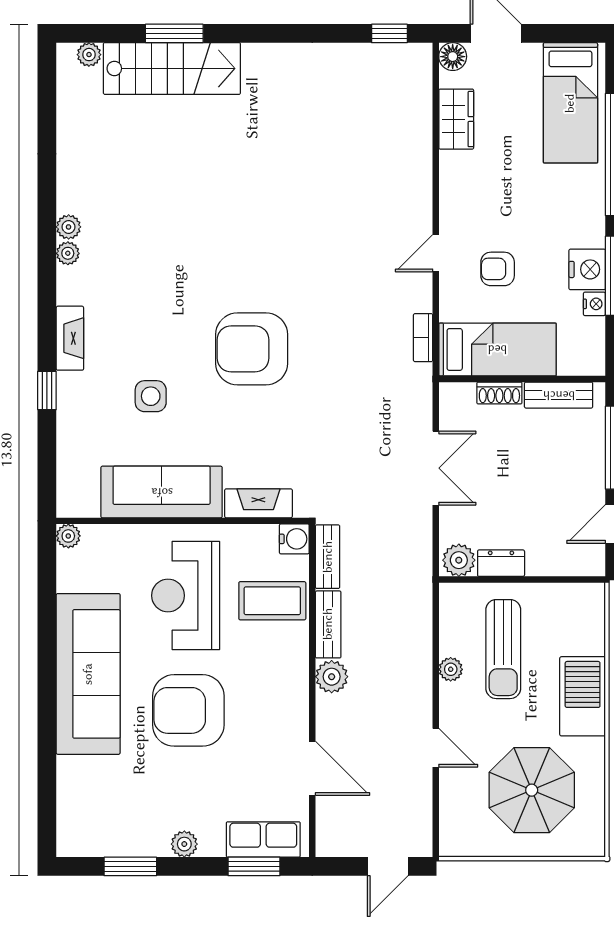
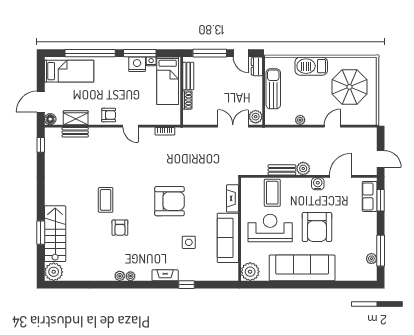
plant: (89, 55) -> (54, 272), width x1.87, depth x1.87
coffee table: (255, 192) -> (106, 200), added
armchair: (187, 227) -> (120, 228), added
armchair: (498, 269) -> (109, 115), moved, turned -90
armchair: (252, 349) -> (169, 201), turned -90
bed: (497, 349) -> (168, 81), moved, turned 180
double door: (436, 468) -> (233, 126), moved
plant: (68, 536) -> (250, 272), width x1.87, depth x1.87
water cooler: (294, 539) -> (318, 184), moved
bench: (328, 557) -> (75, 132), moved
dresser: (501, 563) -> (257, 66), moved
reception desk: (186, 596) -> (270, 228), turned 180
sun lounger: (503, 649) -> (273, 89), moved, turned -90
plant: (184, 844) -> (371, 259), moved
window: (130, 866) -> (381, 251), width x1.44
door: (388, 866) -> (381, 159), moved

